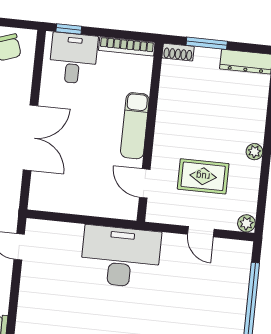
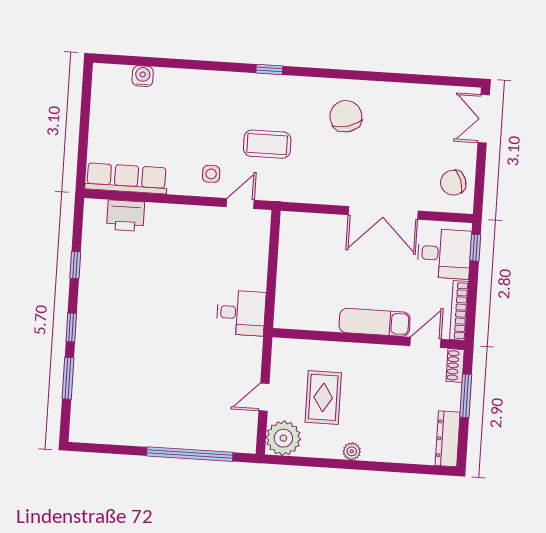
double door: (30, 138) -> (383, 213), moved
door: (145, 183) -> (425, 342), moved
plant: (246, 223) -> (283, 438), width x1.87, depth x1.87
desk: (121, 257) -> (241, 313), width x0.53, depth x0.77

